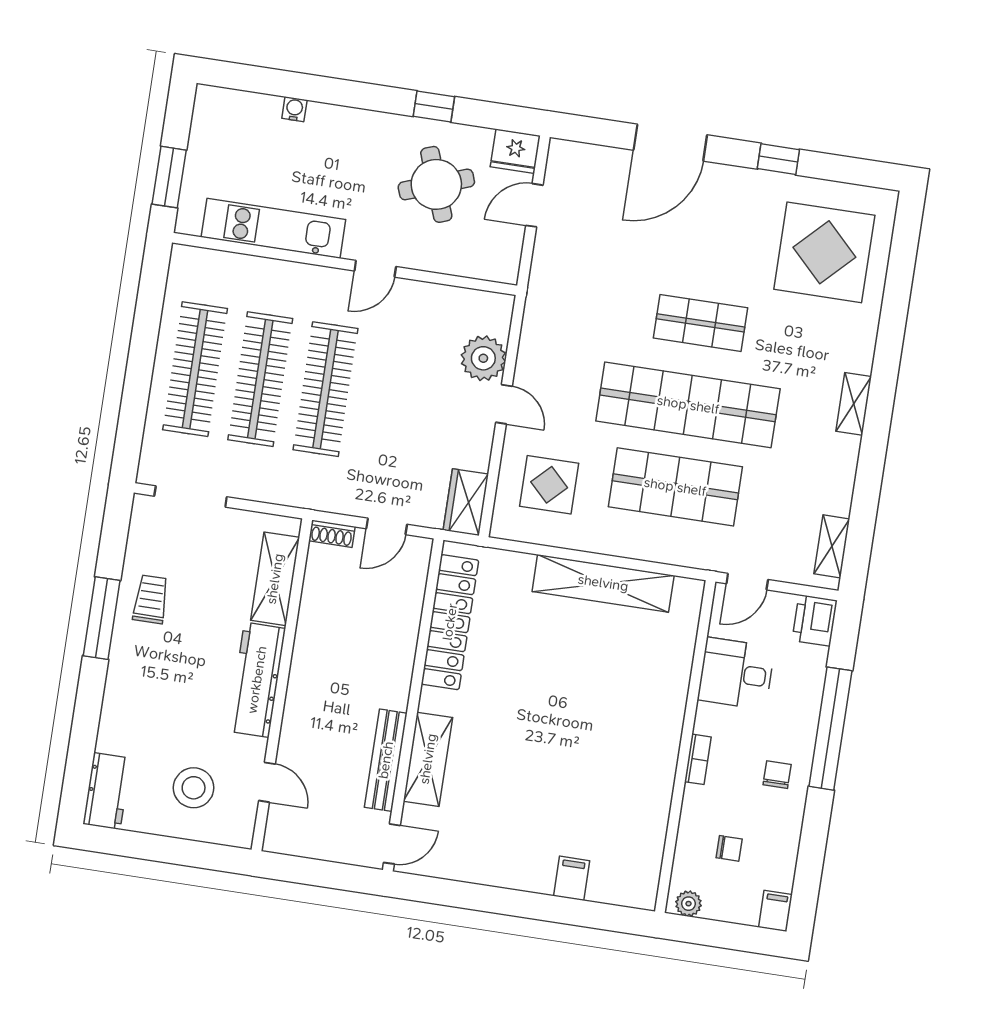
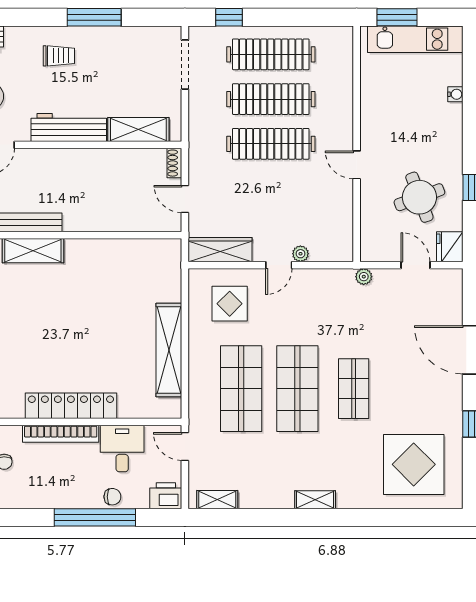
kitchen unit: (273, 228) -> (415, 39), moved, turned 90
plant: (540, 283) -> (364, 277), added
plant: (483, 358) -> (300, 254), width x0.53, depth x0.53
shop shelf: (688, 405) -> (297, 389), width x0.71
window: (132, 422) -> (229, 17), added
wardrobe: (466, 502) -> (220, 250), width x1.50
trolley: (151, 599) -> (59, 56), moved
locker: (450, 622) -> (71, 406), moved, turned 180
bookcase: (698, 759) -> (61, 434), width x2.31, depth x1.31
chair: (777, 775) -> (112, 497), moved

